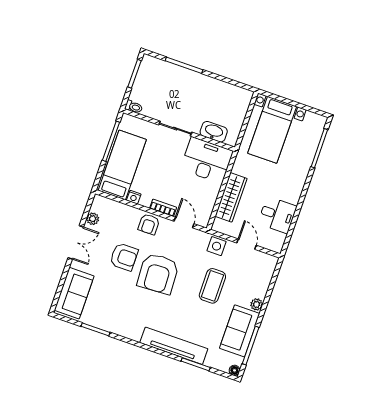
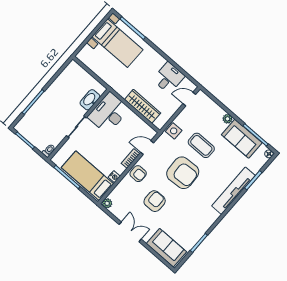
bed with nightstands: (272, 130) -> (117, 43), moved
plant: (93, 219) -> (107, 203), moved
door: (246, 244) -> (189, 99), moved
armchair: (158, 274) -> (183, 173), moved

